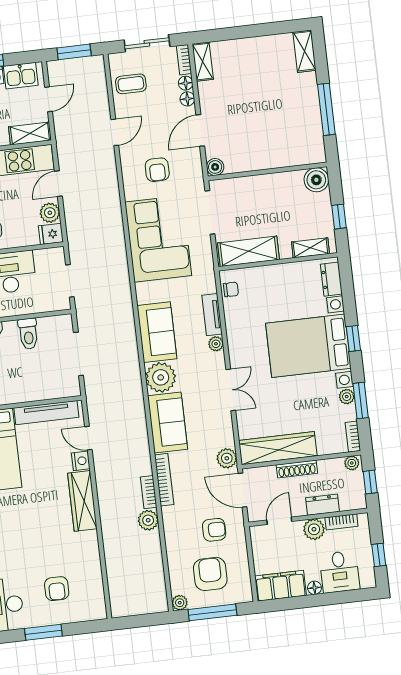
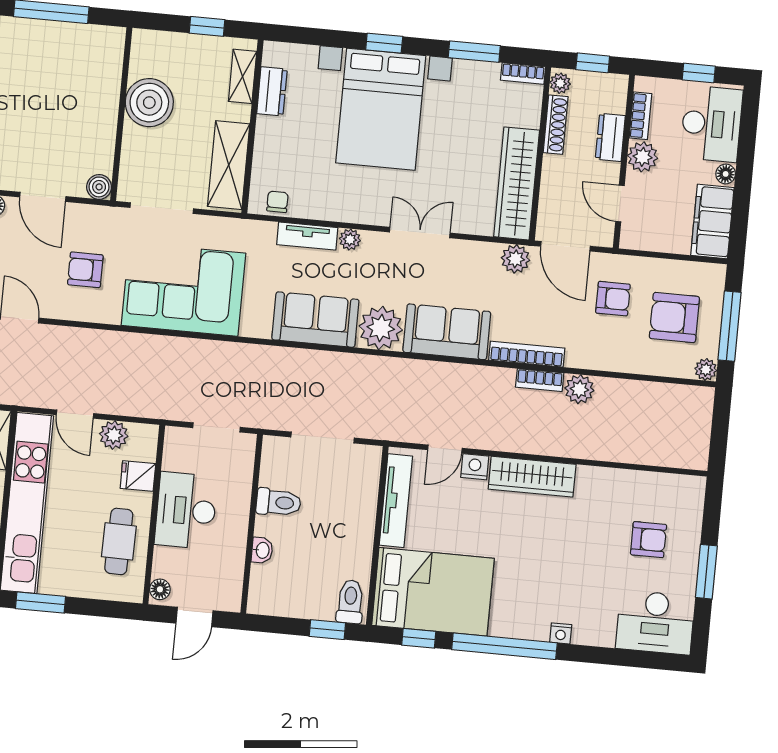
armchair: (157, 170) -> (85, 270), turned 180
boiler: (316, 180) -> (149, 103), moved, width x1.37, depth x1.37
fridge: (51, 234) -> (138, 476), moved, turned 90
dresser: (331, 279) -> (272, 91), moved, turned -90
plant: (347, 397) -> (464, 70), removed
shoe rack: (297, 469) -> (556, 125), moved
door: (243, 490) -> (565, 246), hinge flipped
armchair: (214, 530) -> (613, 299), turned 90
desk: (339, 572) -> (711, 124), width x1.37

